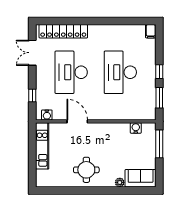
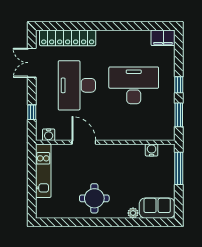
filing cabinet: (151, 31) -> (163, 38), width x2.00
desk: (120, 72) -> (134, 85), turned 90

